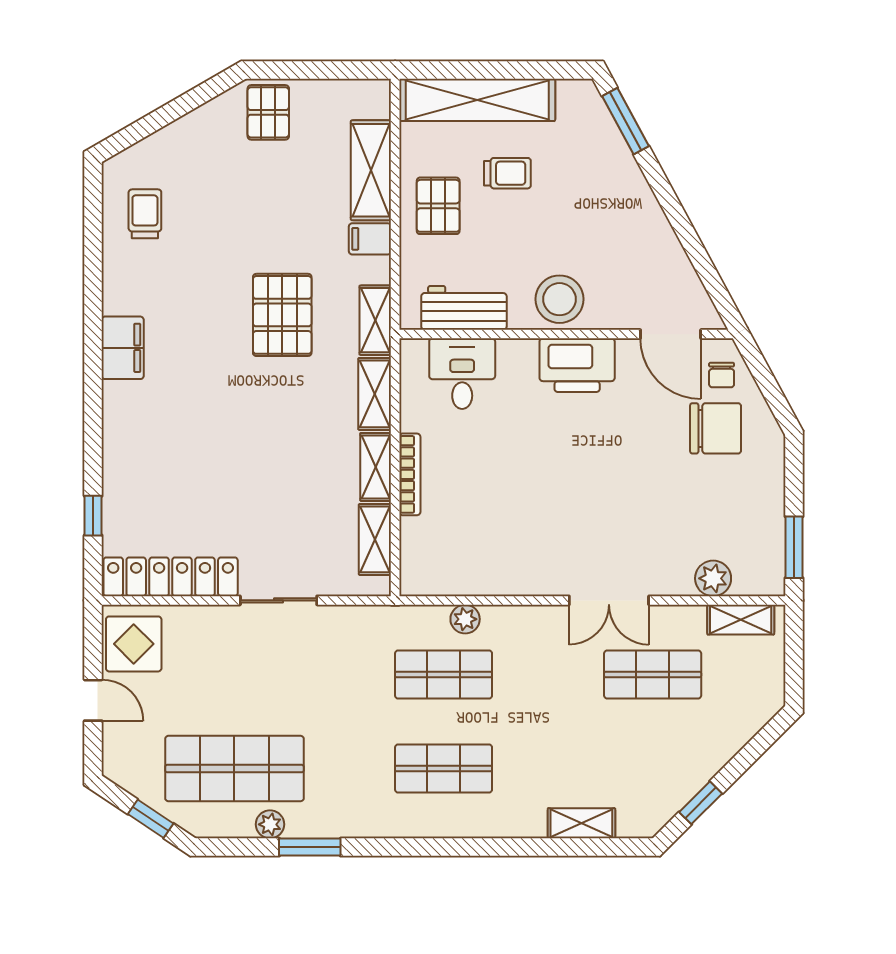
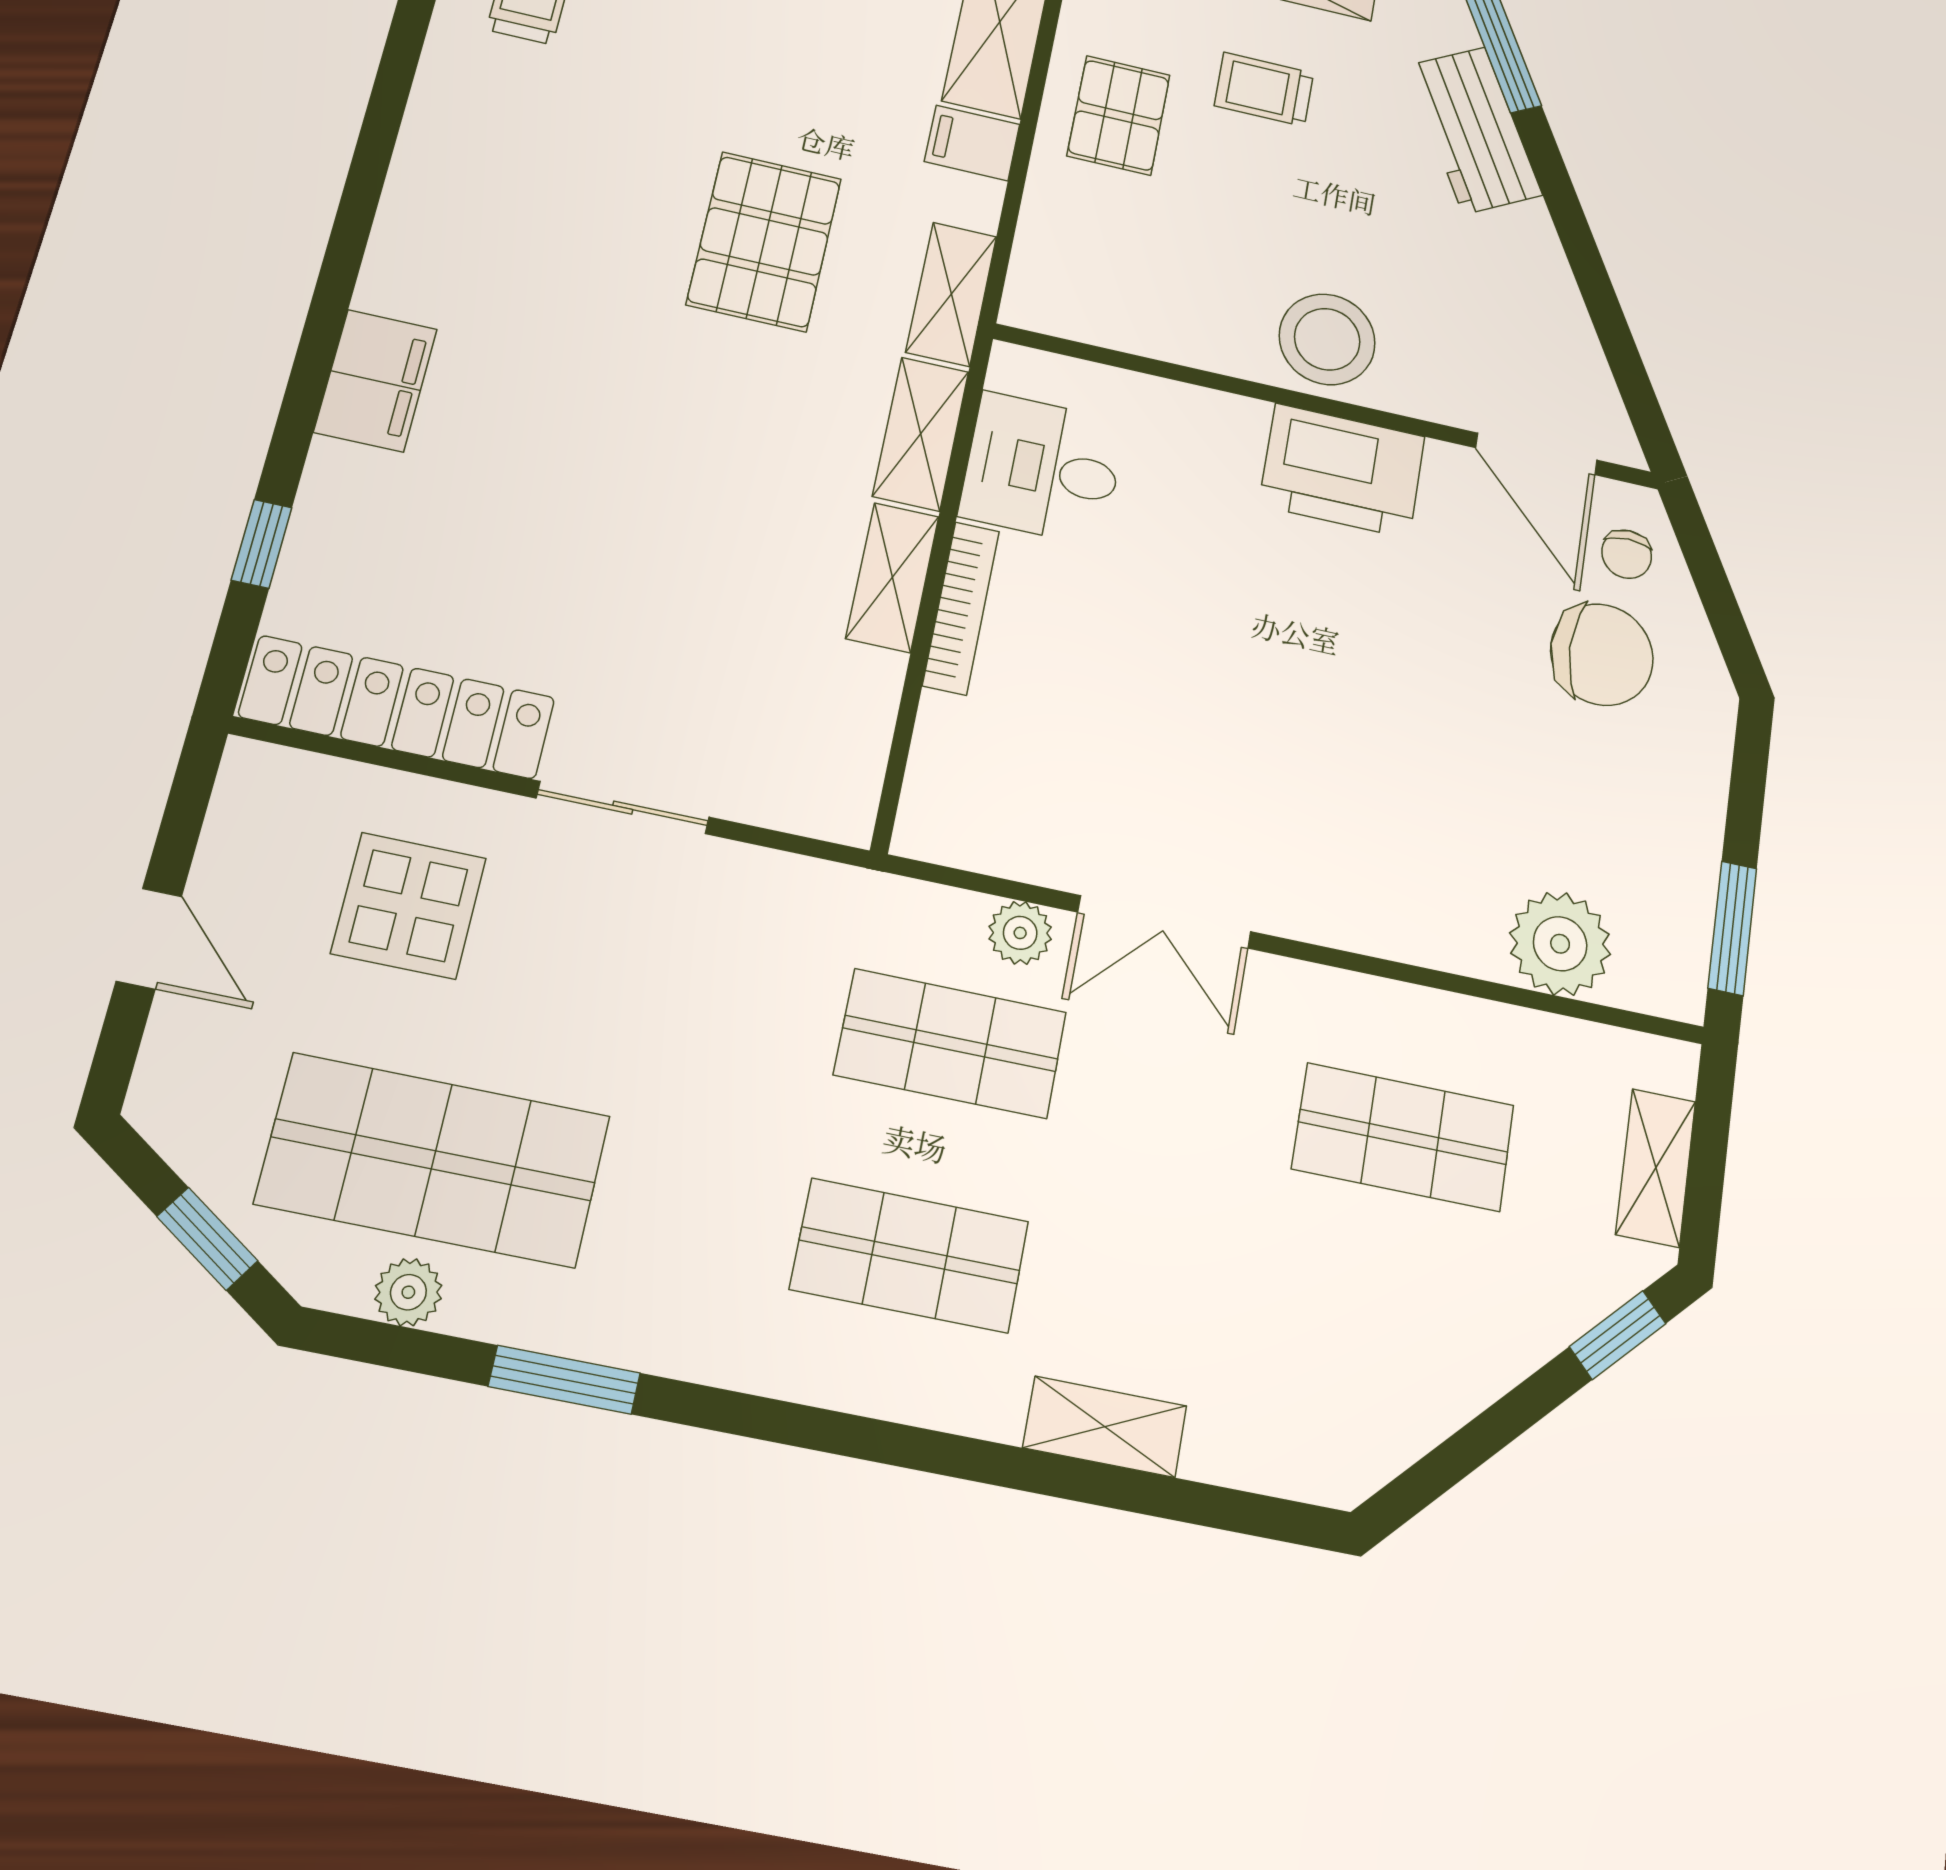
trolley: (507, 173) -> (1264, 89), turned 180
workbench: (464, 308) -> (1474, 130), moved, turned -118
filing cabinet: (123, 348) -> (376, 381), moved
desk: (462, 374) -> (1043, 469), moved, turned -90
shelving: (375, 539) -> (860, 724), removed
plant: (713, 578) -> (1560, 944), width x1.36, depth x1.36
double door: (609, 600) -> (1164, 922), moved
shelving: (741, 620) -> (1656, 1168), moved, turned 90
display table: (134, 644) -> (409, 906), moved
window: (701, 803) -> (1618, 1335), moved
shelving: (581, 823) -> (1105, 1427), moved
plant: (270, 824) -> (408, 1292), moved

